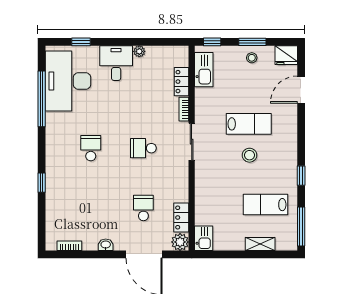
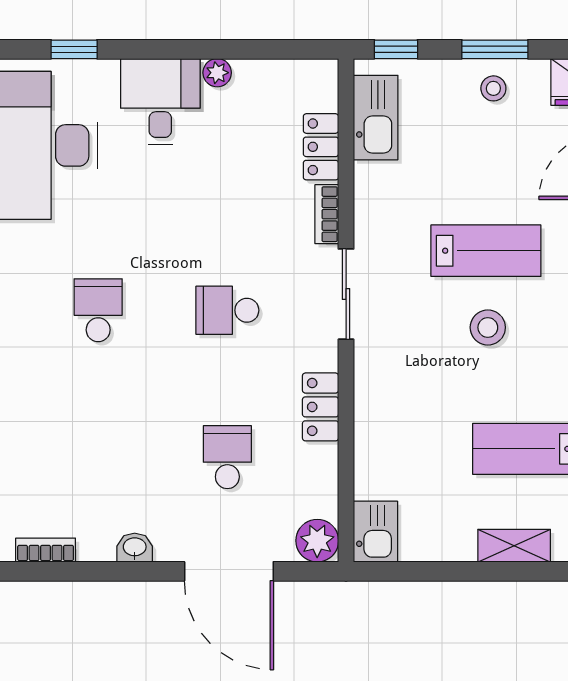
locker: (181, 217) -> (320, 407), moved

